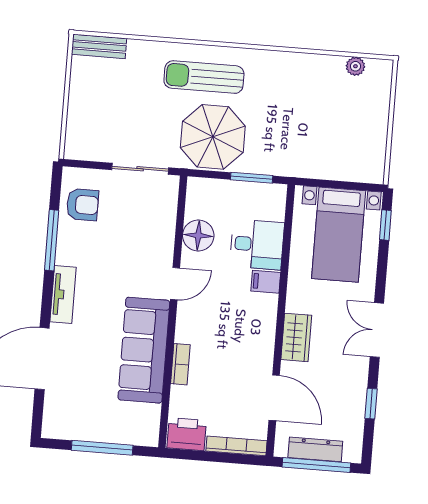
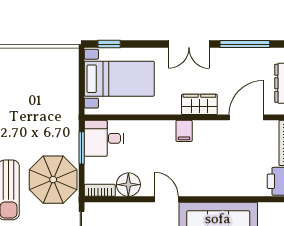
desk: (257, 244) -> (104, 138), moved, turned -90
filing cabinet: (266, 282) -> (184, 131), moved
bookcase: (180, 364) -> (100, 190), moved
window: (371, 404) -> (245, 44), width x2.17

